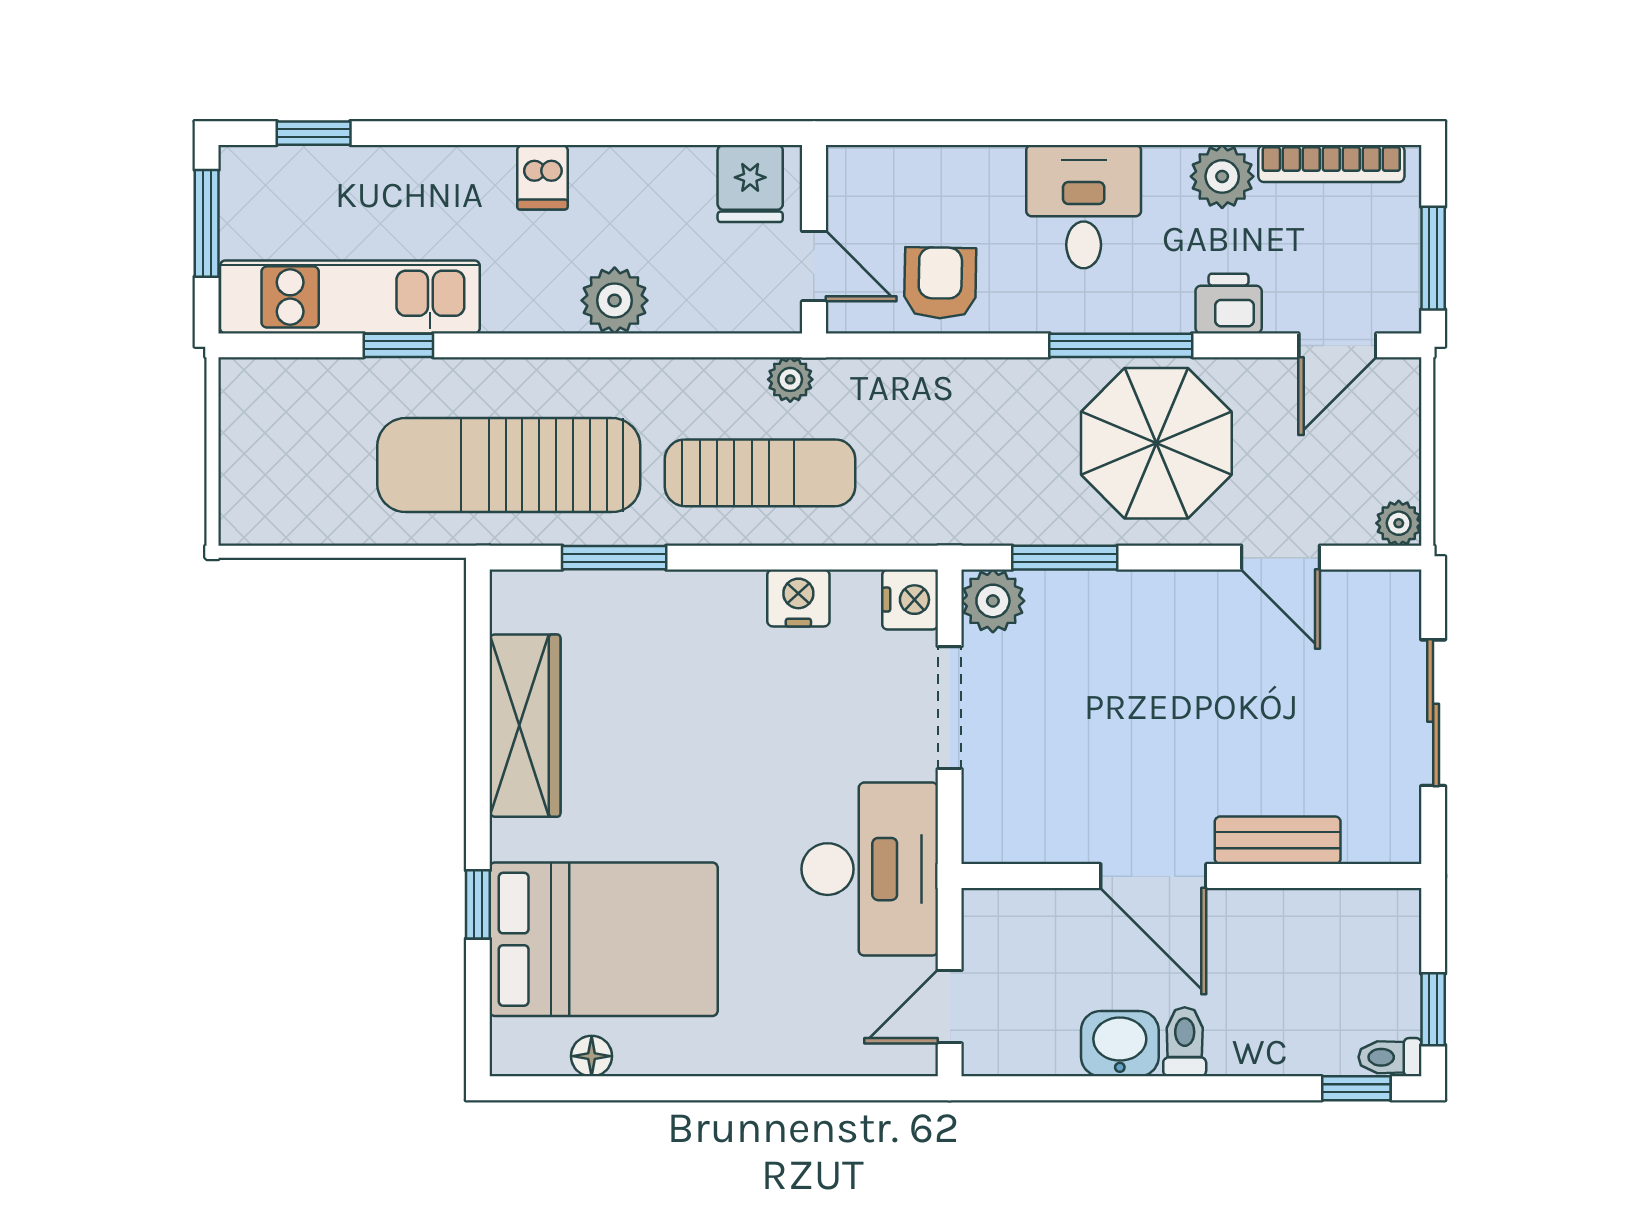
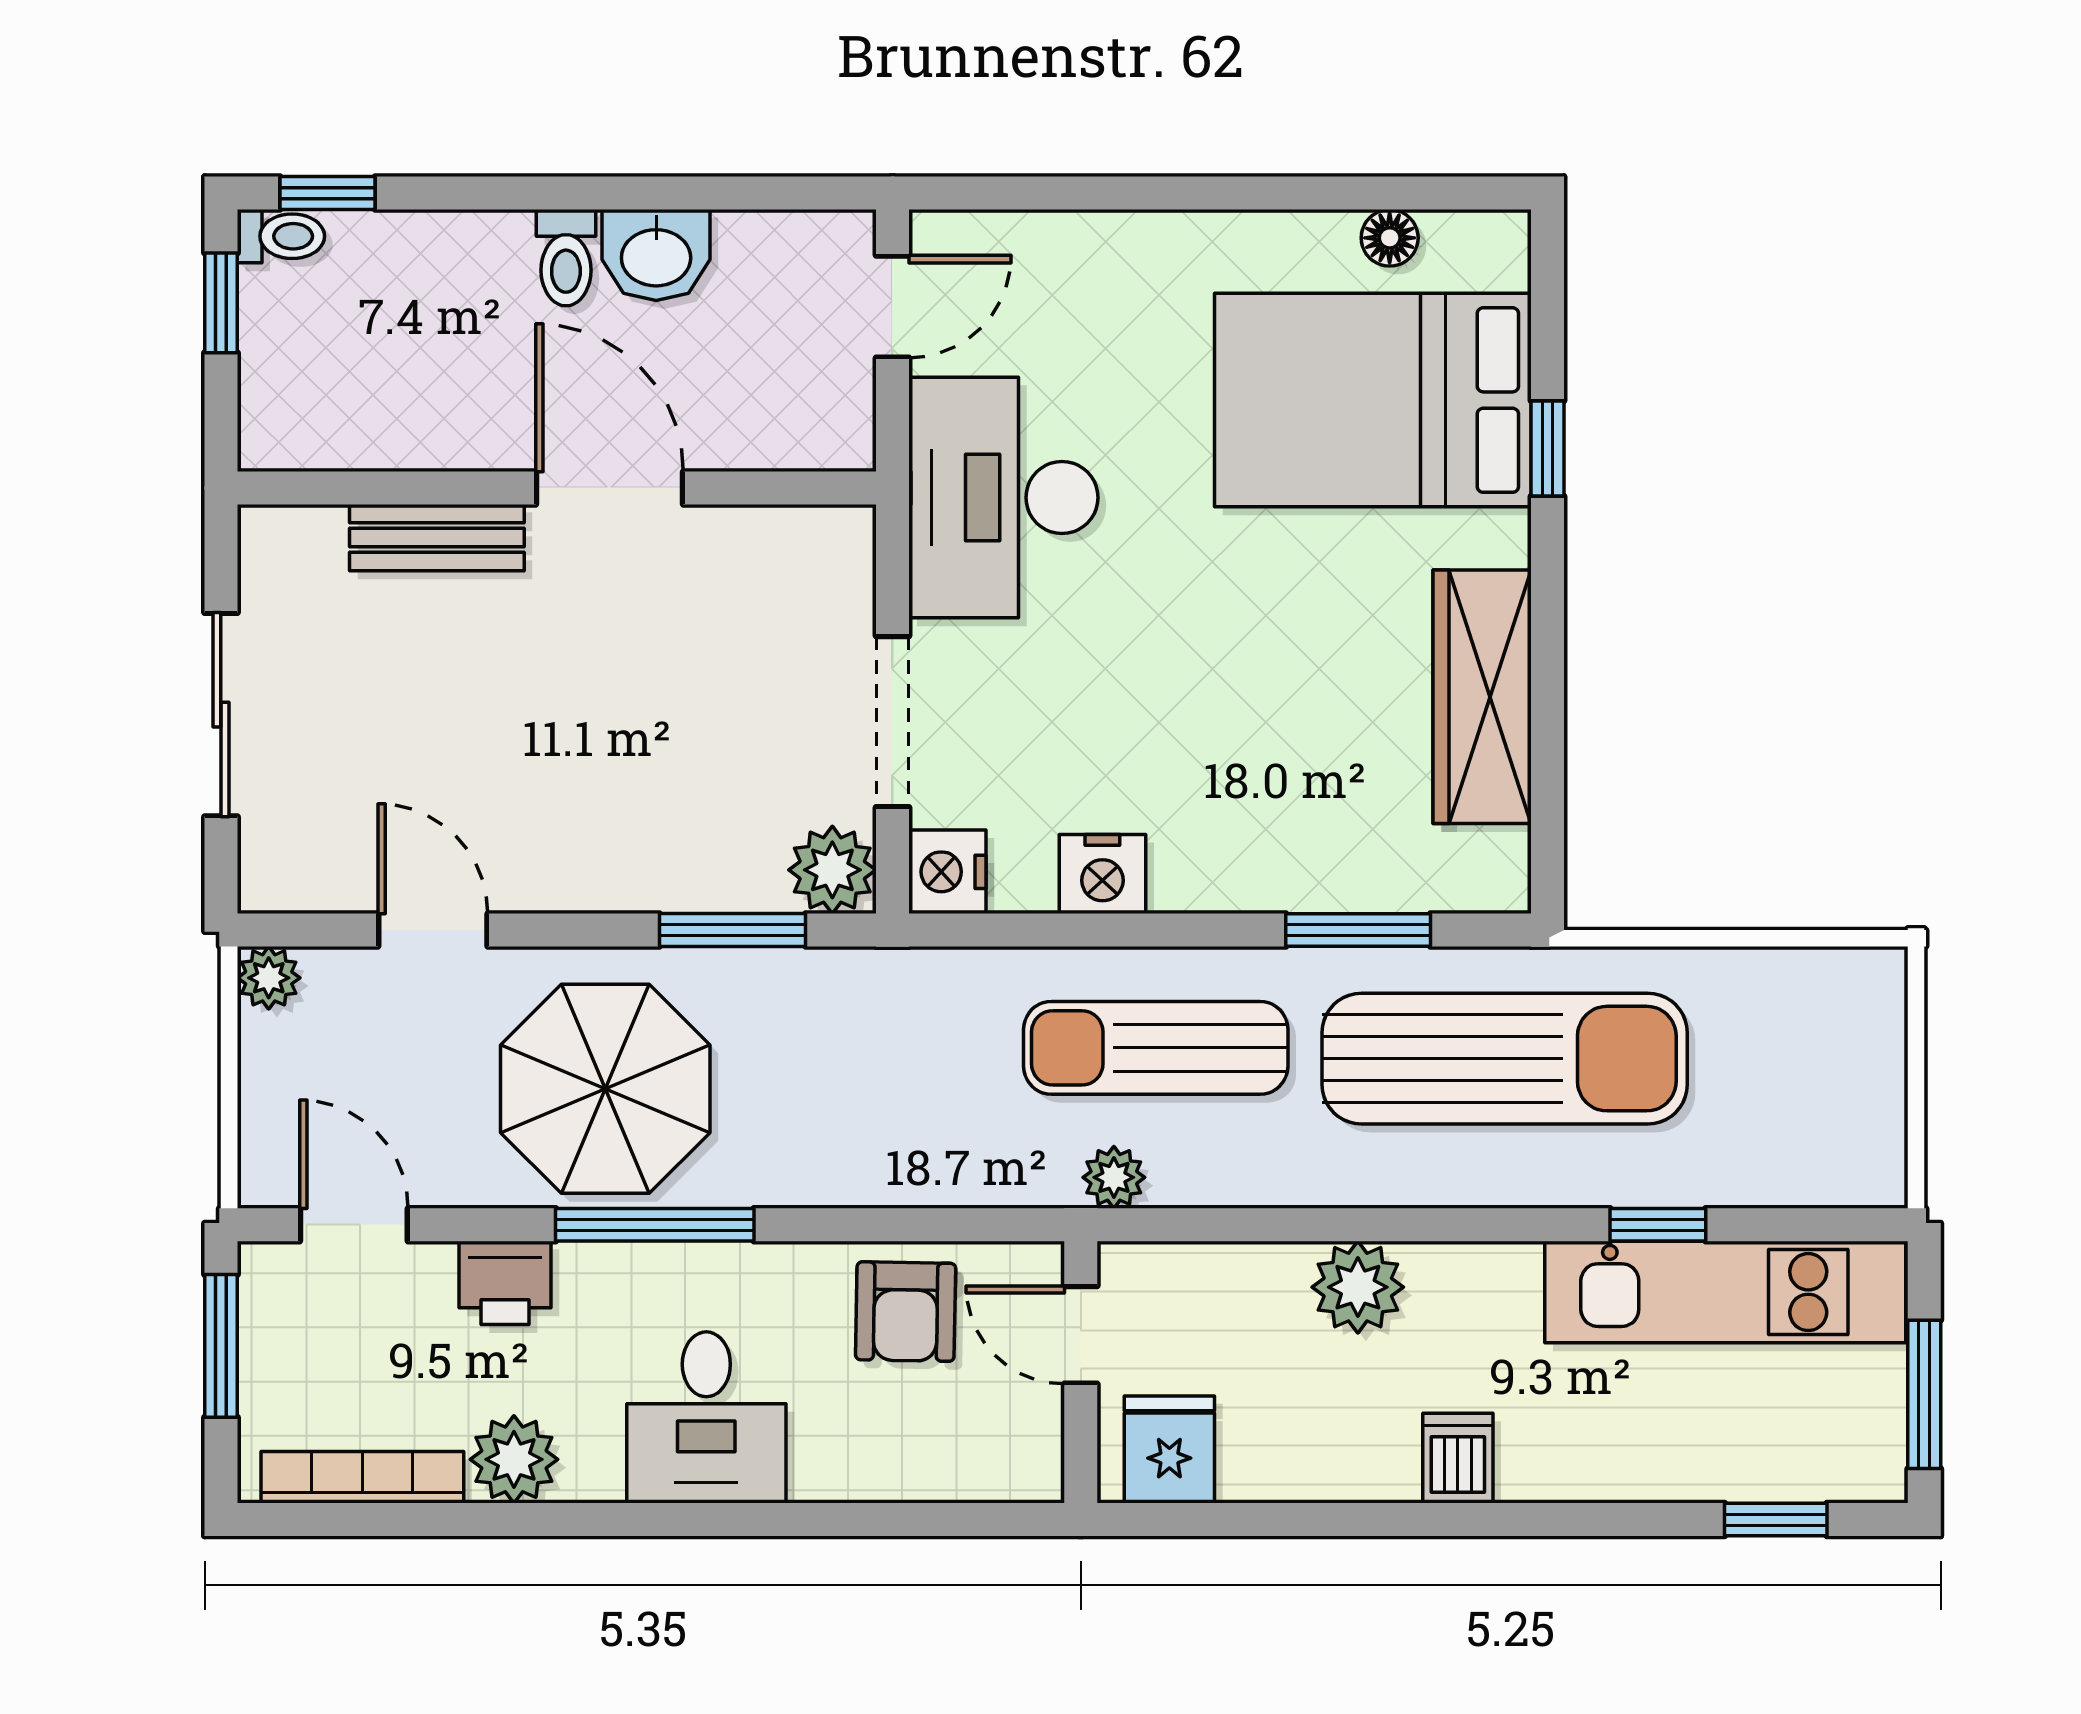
door: (1337, 345) -> (354, 1225), hinge flipped

